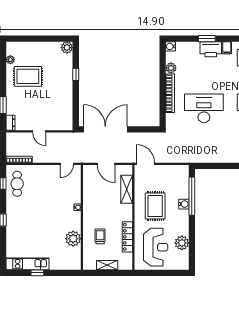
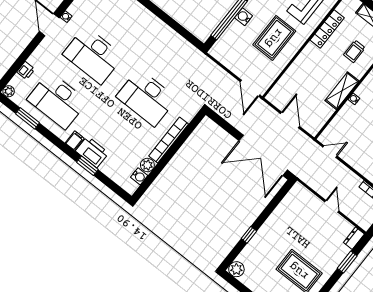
water cooler: (170, 46) -> (139, 176), moved
shelving: (127, 189) -> (342, 91), moved

